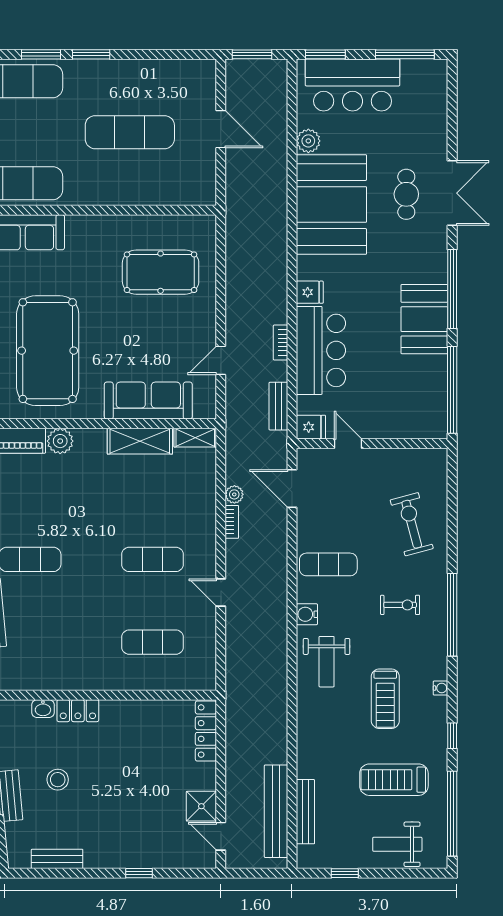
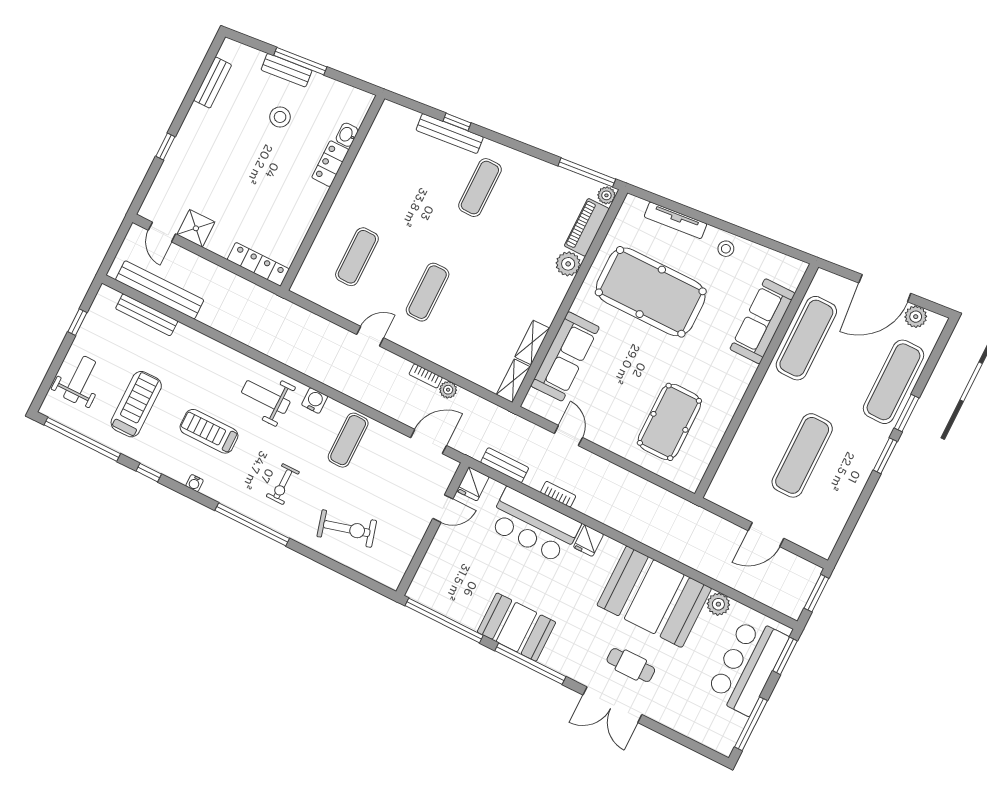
shelving: (140, 441) -> (532, 343), width x0.67, depth x0.75
door: (221, 836) -> (162, 232), swing flipped

